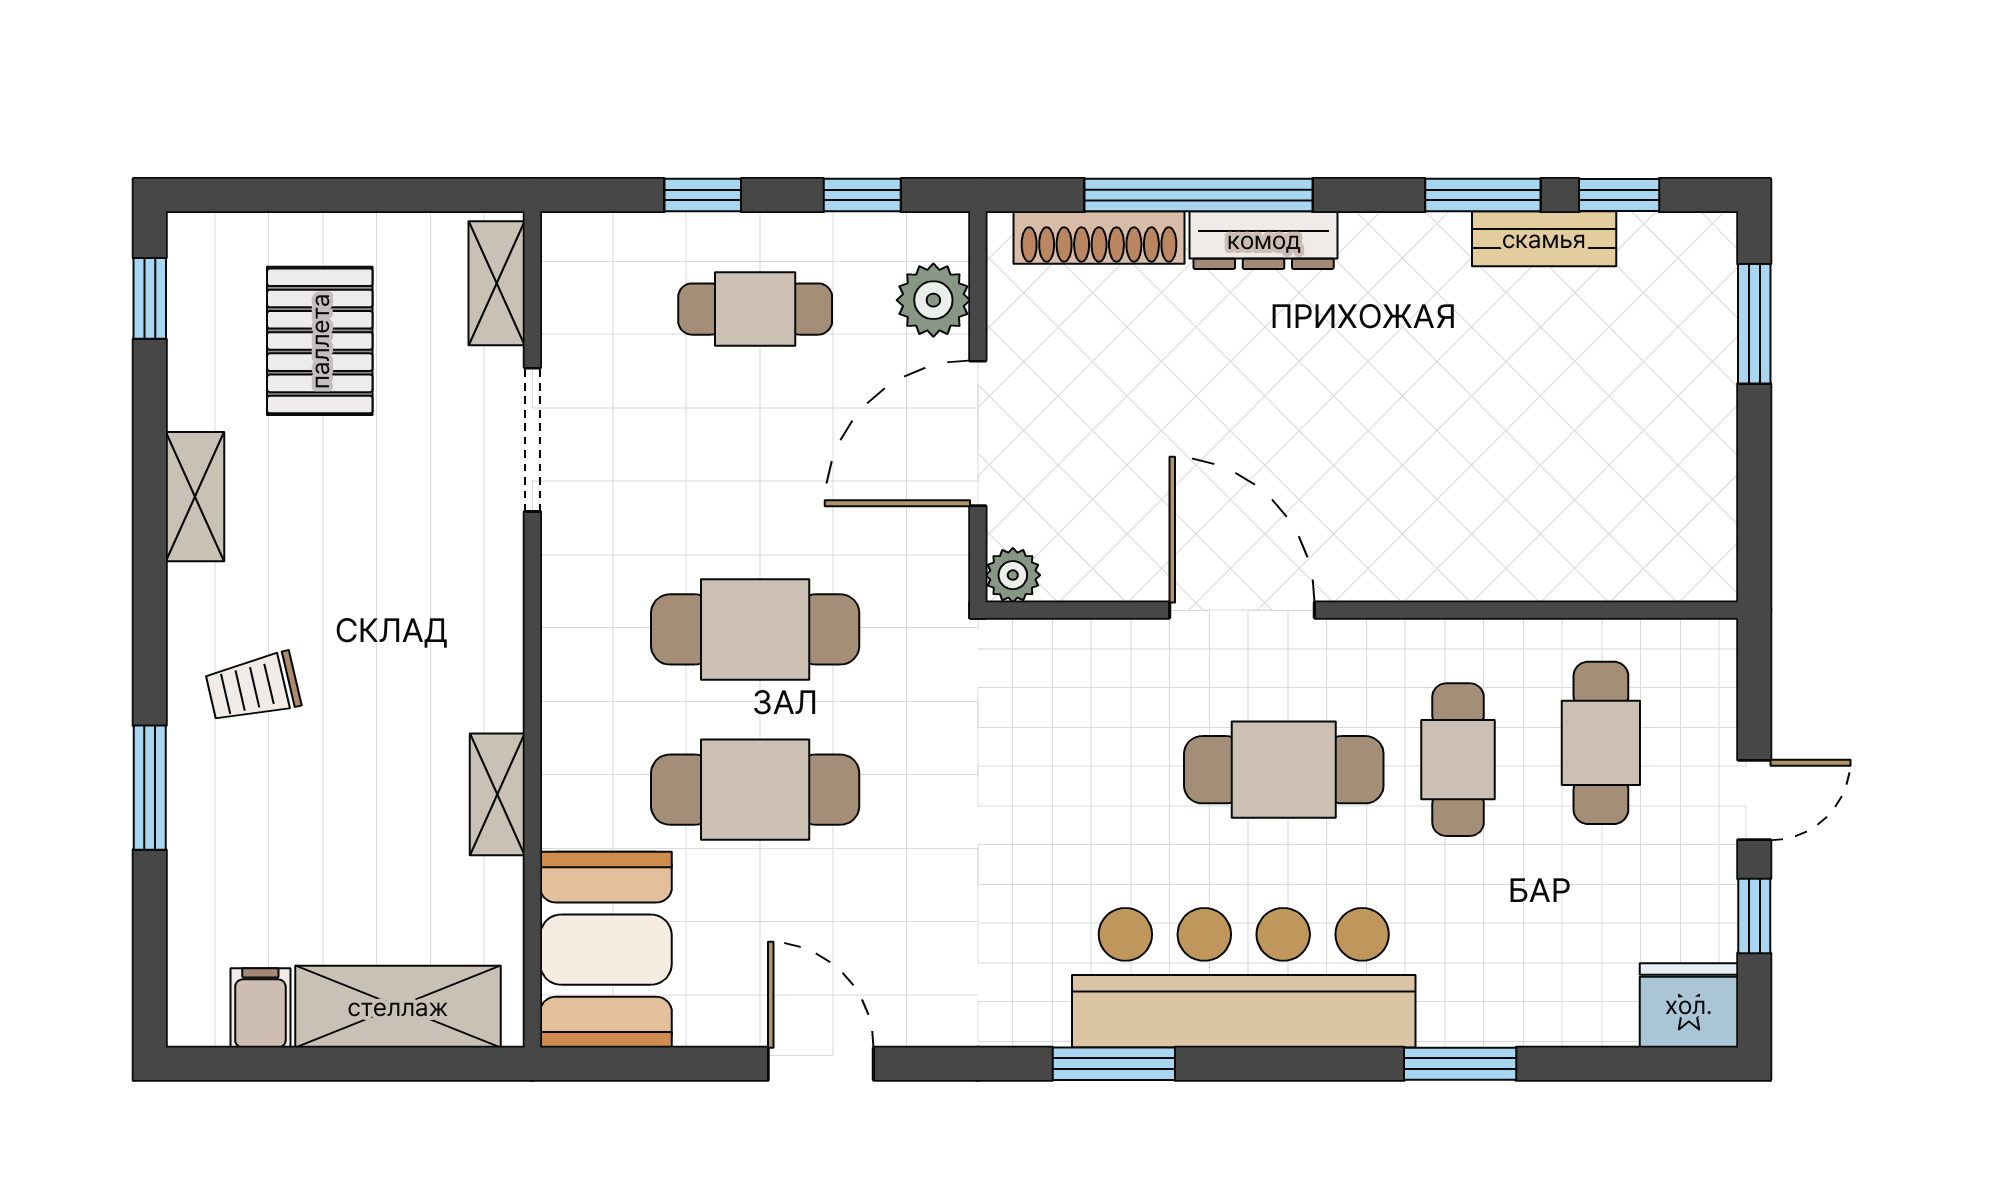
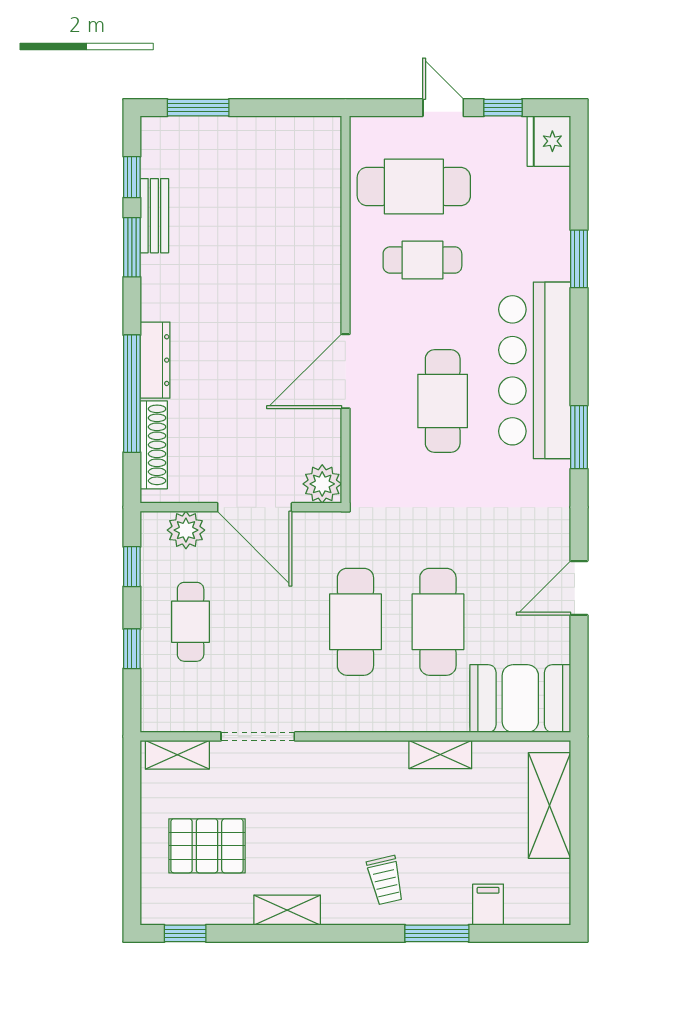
plant: (1013, 575) -> (322, 484), width x1.38, depth x1.38
cafe table: (1601, 743) -> (414, 186), width x1.37, depth x1.35
cafe table: (1284, 770) -> (443, 401), moved
filing cabinet: (260, 1008) -> (488, 905), moved, turned 90

